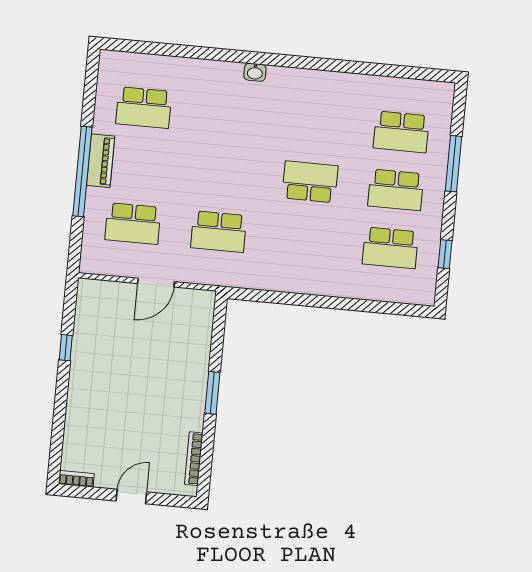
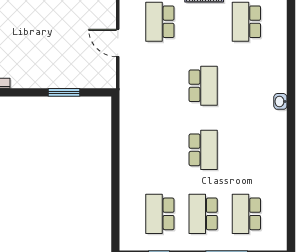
school desk: (219, 232) -> (203, 86), moved, turned 180
window: (212, 393) -> (64, 92), moved

